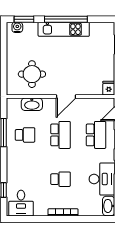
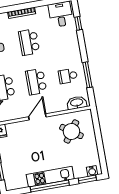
round table: (32, 74) -> (71, 131), turned 35
washbasin: (32, 104) -> (77, 103), moved
school desk: (61, 179) -> (29, 42), width x1.85

